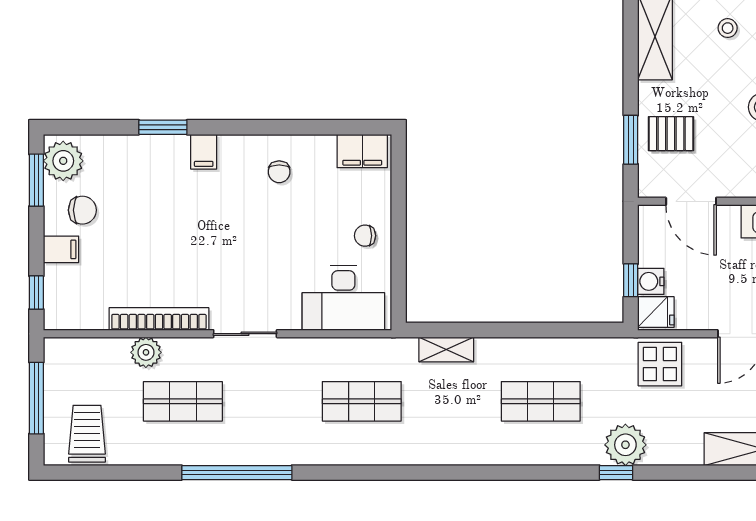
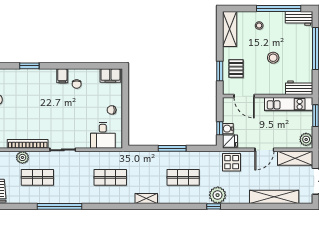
pallet: (671, 134) -> (236, 69), turned 90
filing cabinet: (204, 152) -> (62, 76), moved
desk: (343, 298) -> (103, 135), width x0.73
window: (514, 330) -> (172, 148), added
shelving: (446, 349) -> (146, 198), moved

